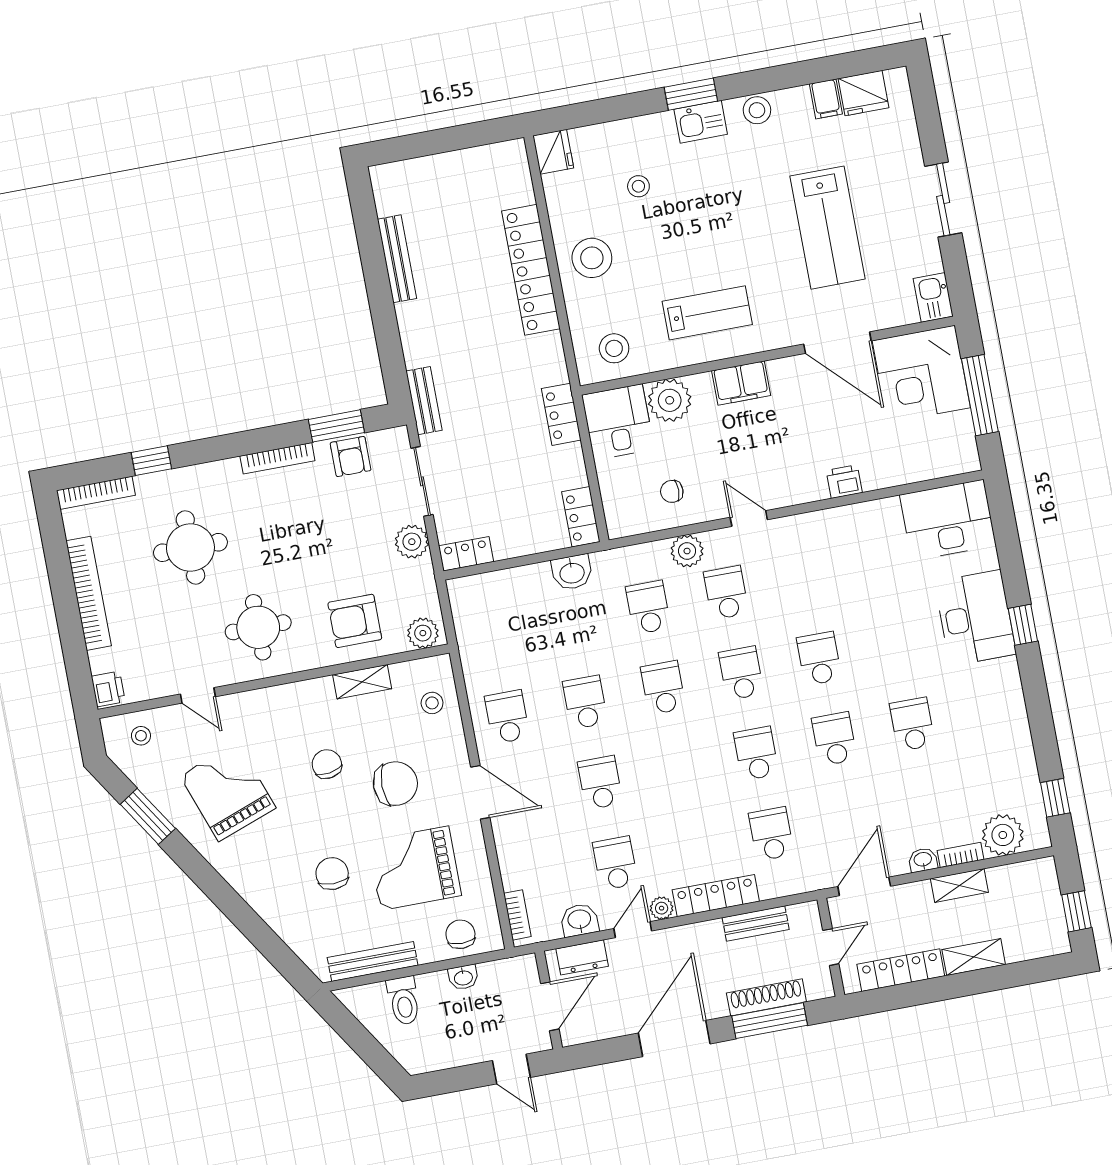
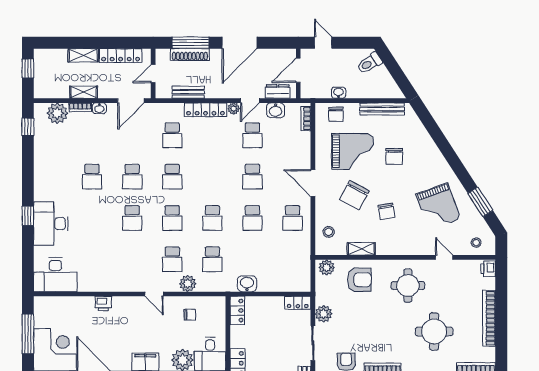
chair: (395, 784) -> (354, 195), turned -62
toilet: (404, 1001) -> (369, 63), moved, turned -123

